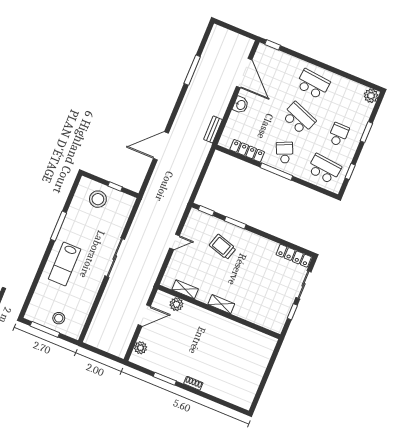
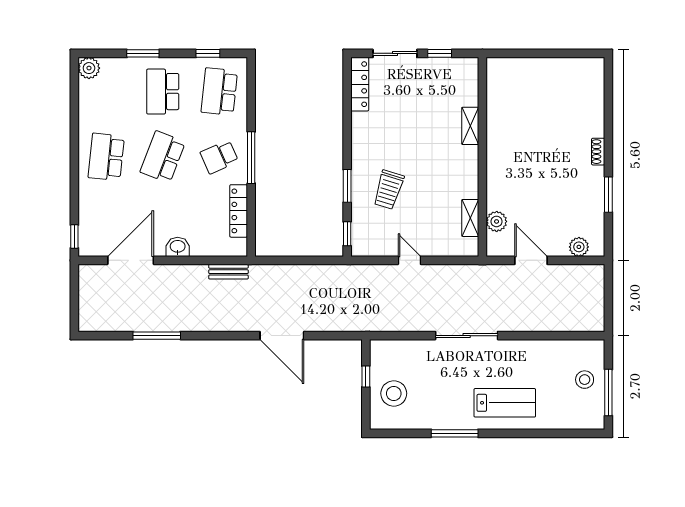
school desk: (338, 135) -> (163, 92), width x1.85
shelving: (221, 304) -> (470, 126), moved

